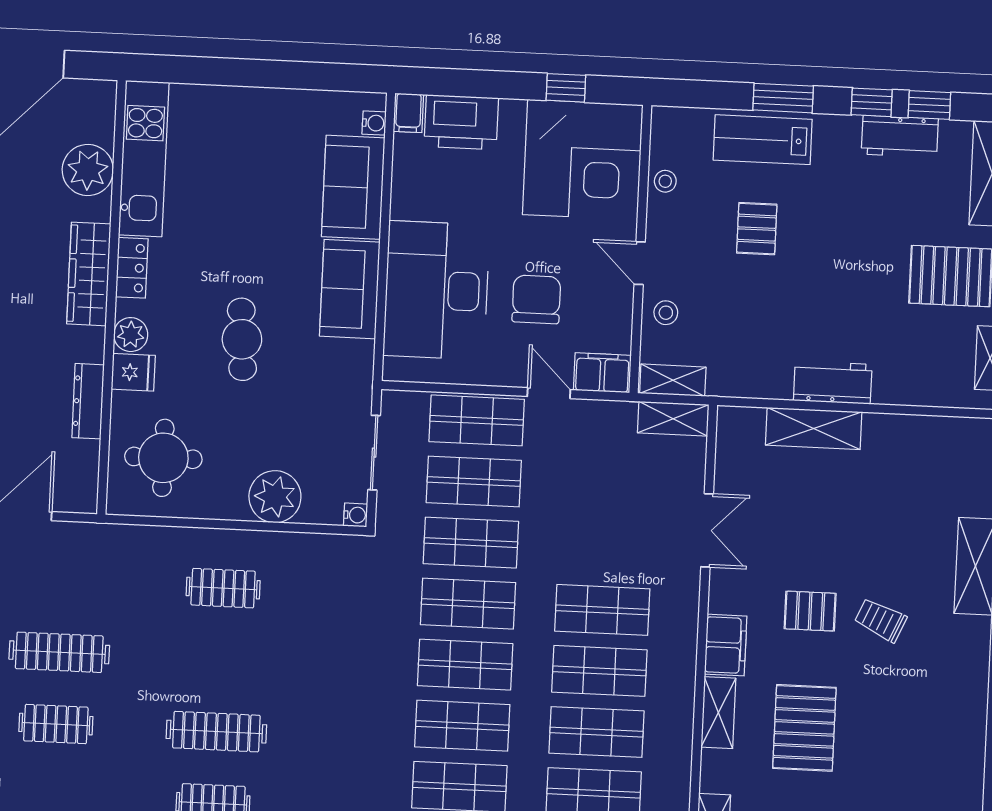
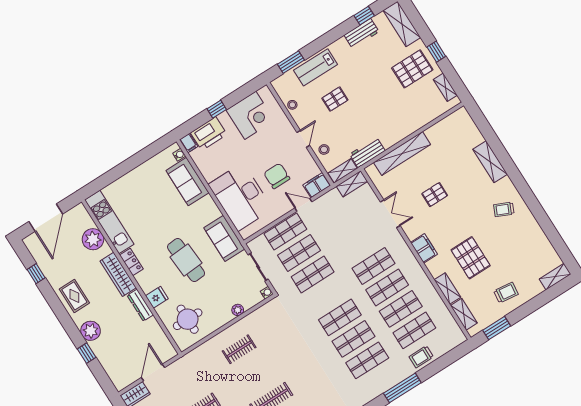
window: (566, 88) -> (217, 109), moved
window: (783, 98) -> (291, 62), moved
window: (872, 102) -> (344, 29), removed
corner desk: (583, 160) -> (250, 115), width x0.74, depth x0.74
pallet: (757, 229) -> (335, 99), turned 90
door: (640, 263) -> (303, 139), swing flipped
sofa: (350, 289) -> (224, 238), moved
plant: (131, 335) -> (147, 285), removed
cafe table: (242, 339) -> (186, 260), width x1.37, depth x1.35
workbench: (833, 382) -> (367, 152), moved
dresser: (88, 401) -> (140, 305), moved
shelving: (814, 428) -> (402, 154), width x1.47
plant: (275, 497) -> (238, 310), width x0.53, depth x0.53
shop shelf: (468, 604) -> (326, 296), removed
pallet: (810, 611) -> (435, 195), moved
trolley: (881, 620) -> (504, 209), moved
shelving: (718, 713) -> (447, 289), moved

